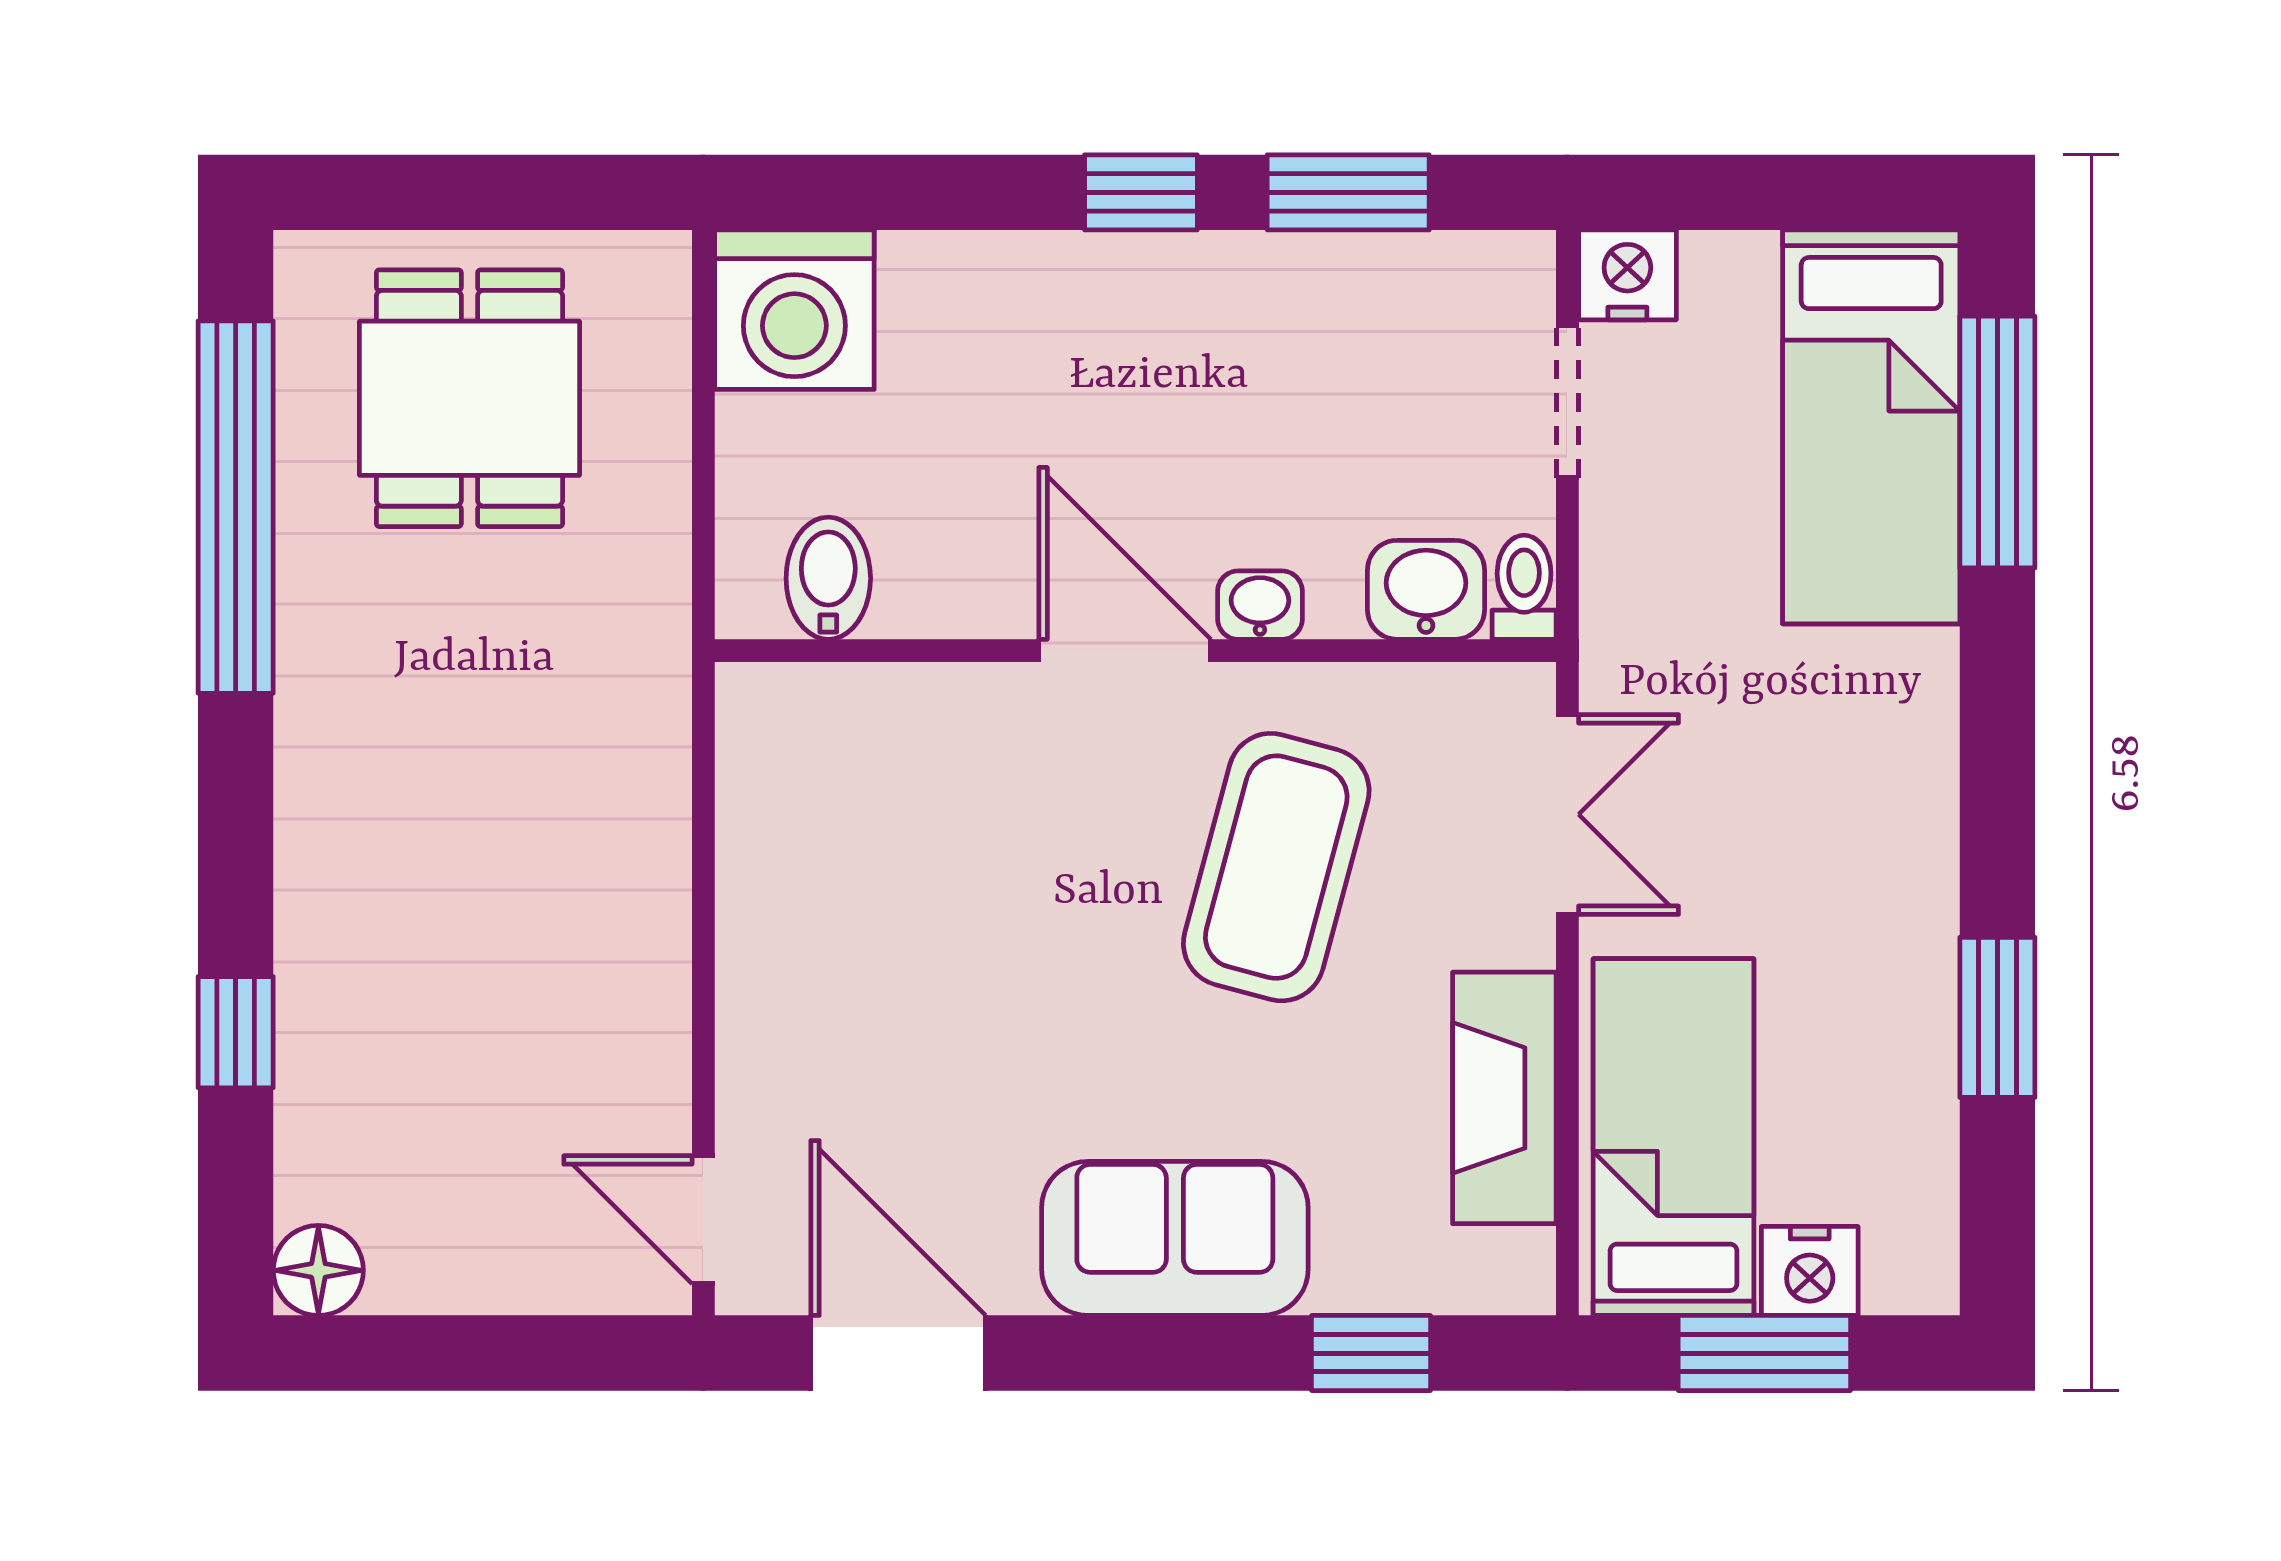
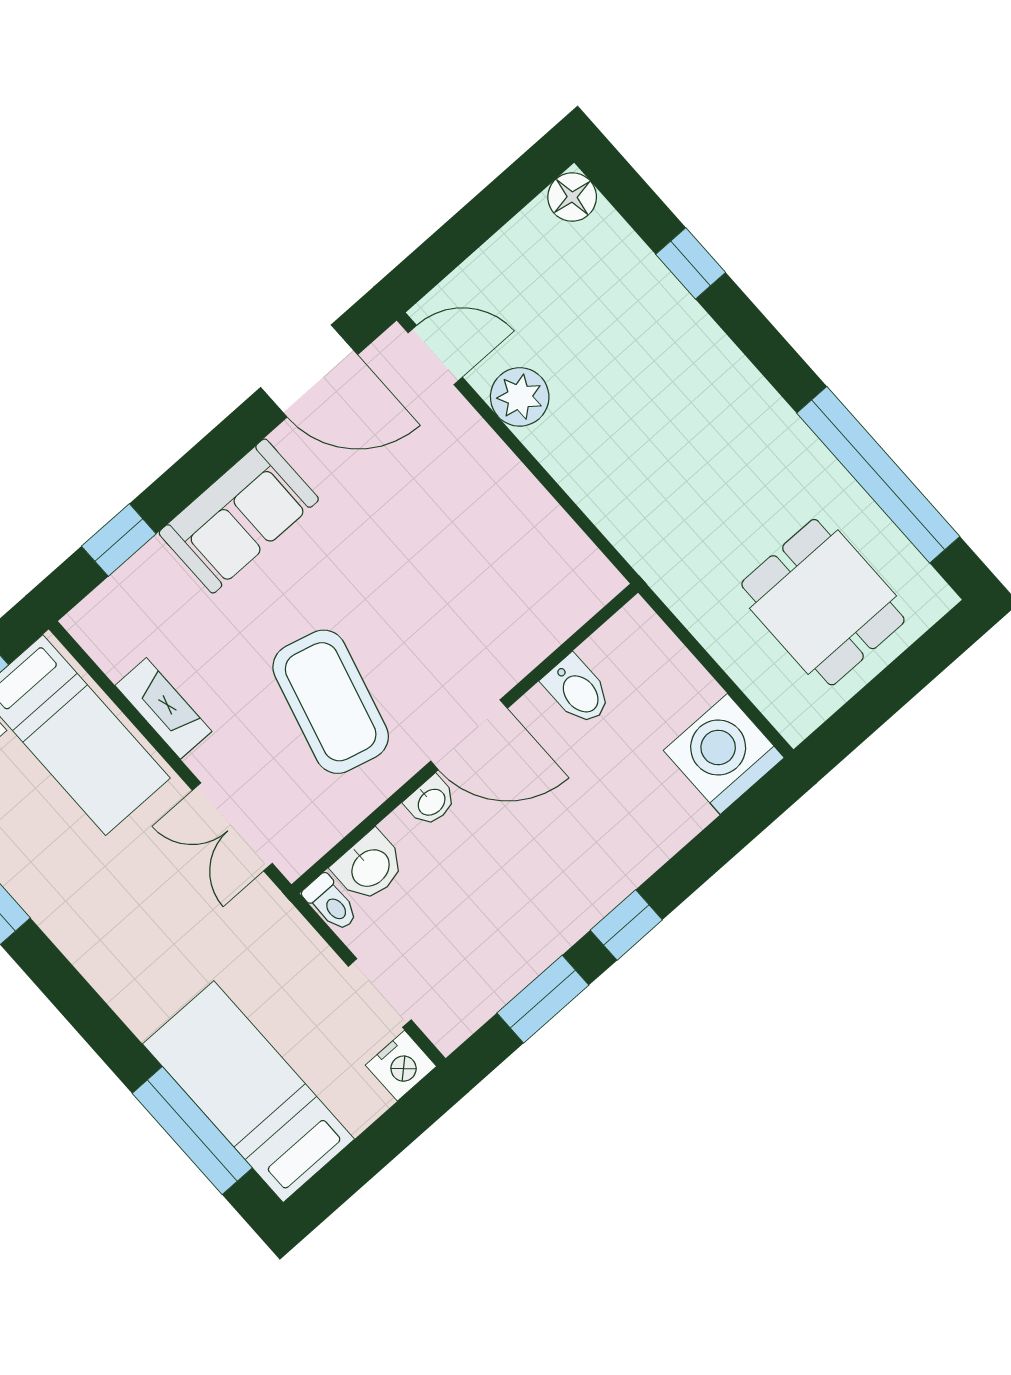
bidet: (828, 578) -> (578, 690), moved
plant: (638, 1057) -> (520, 397), added
fireplace: (1504, 1098) -> (163, 708), width x0.73, depth x0.76

